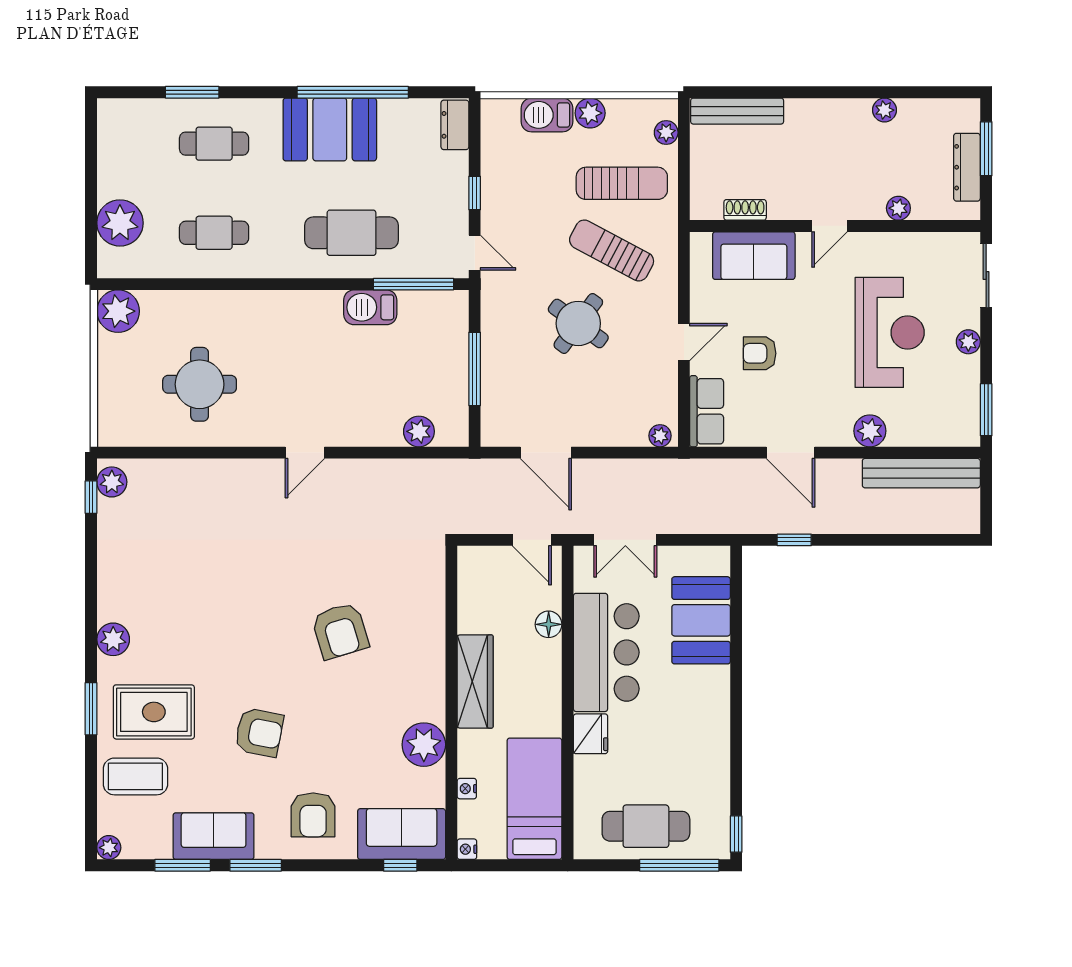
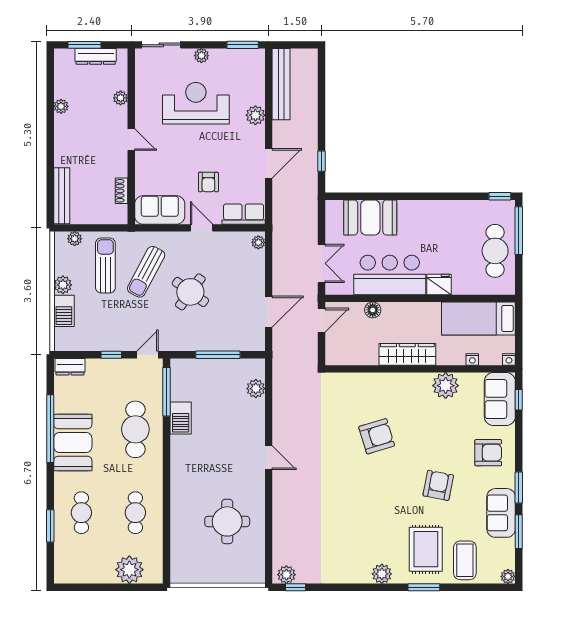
sofa: (754, 256) -> (160, 210), moved, turned -90
plant: (118, 311) -> (183, 571), removed

